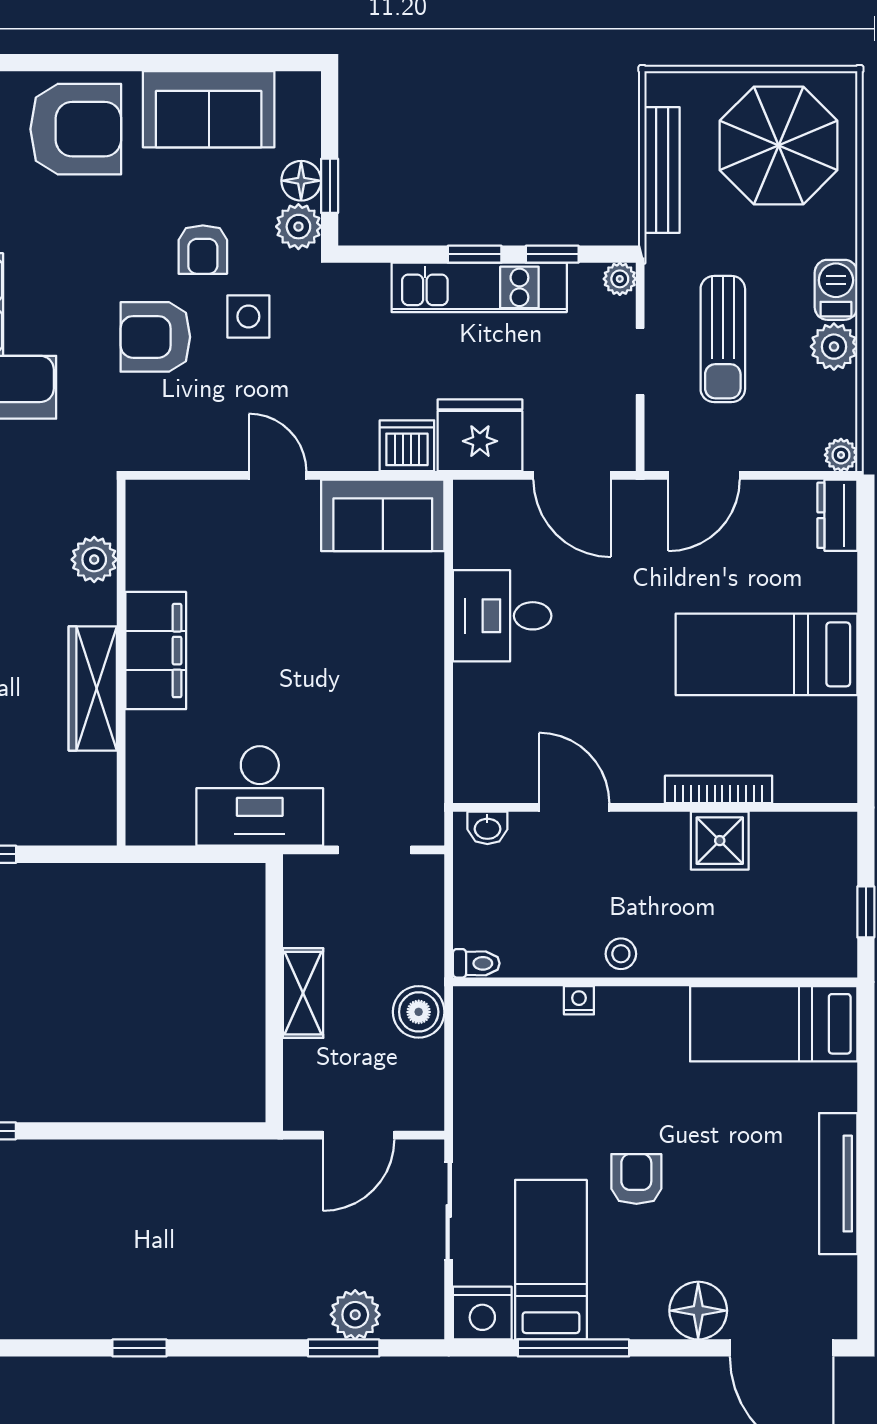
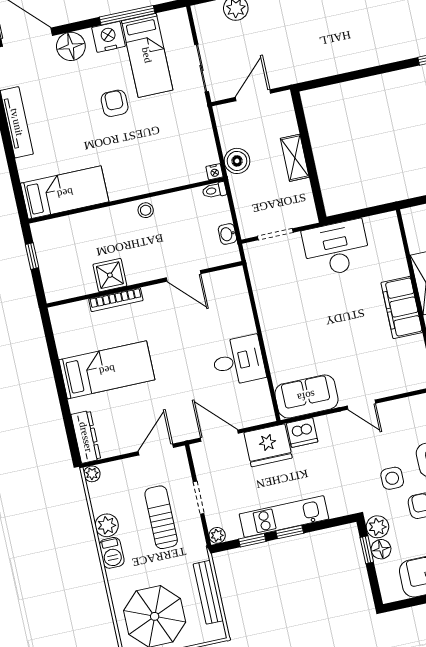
dresser: (837, 515) -> (86, 437), width x1.44
washbasin: (487, 828) -> (227, 234), moved, turned -90
nightstand: (579, 1000) -> (214, 172), moved
armchair: (636, 1179) -> (115, 103), turned 180
nightstand: (482, 1313) -> (109, 37), moved

